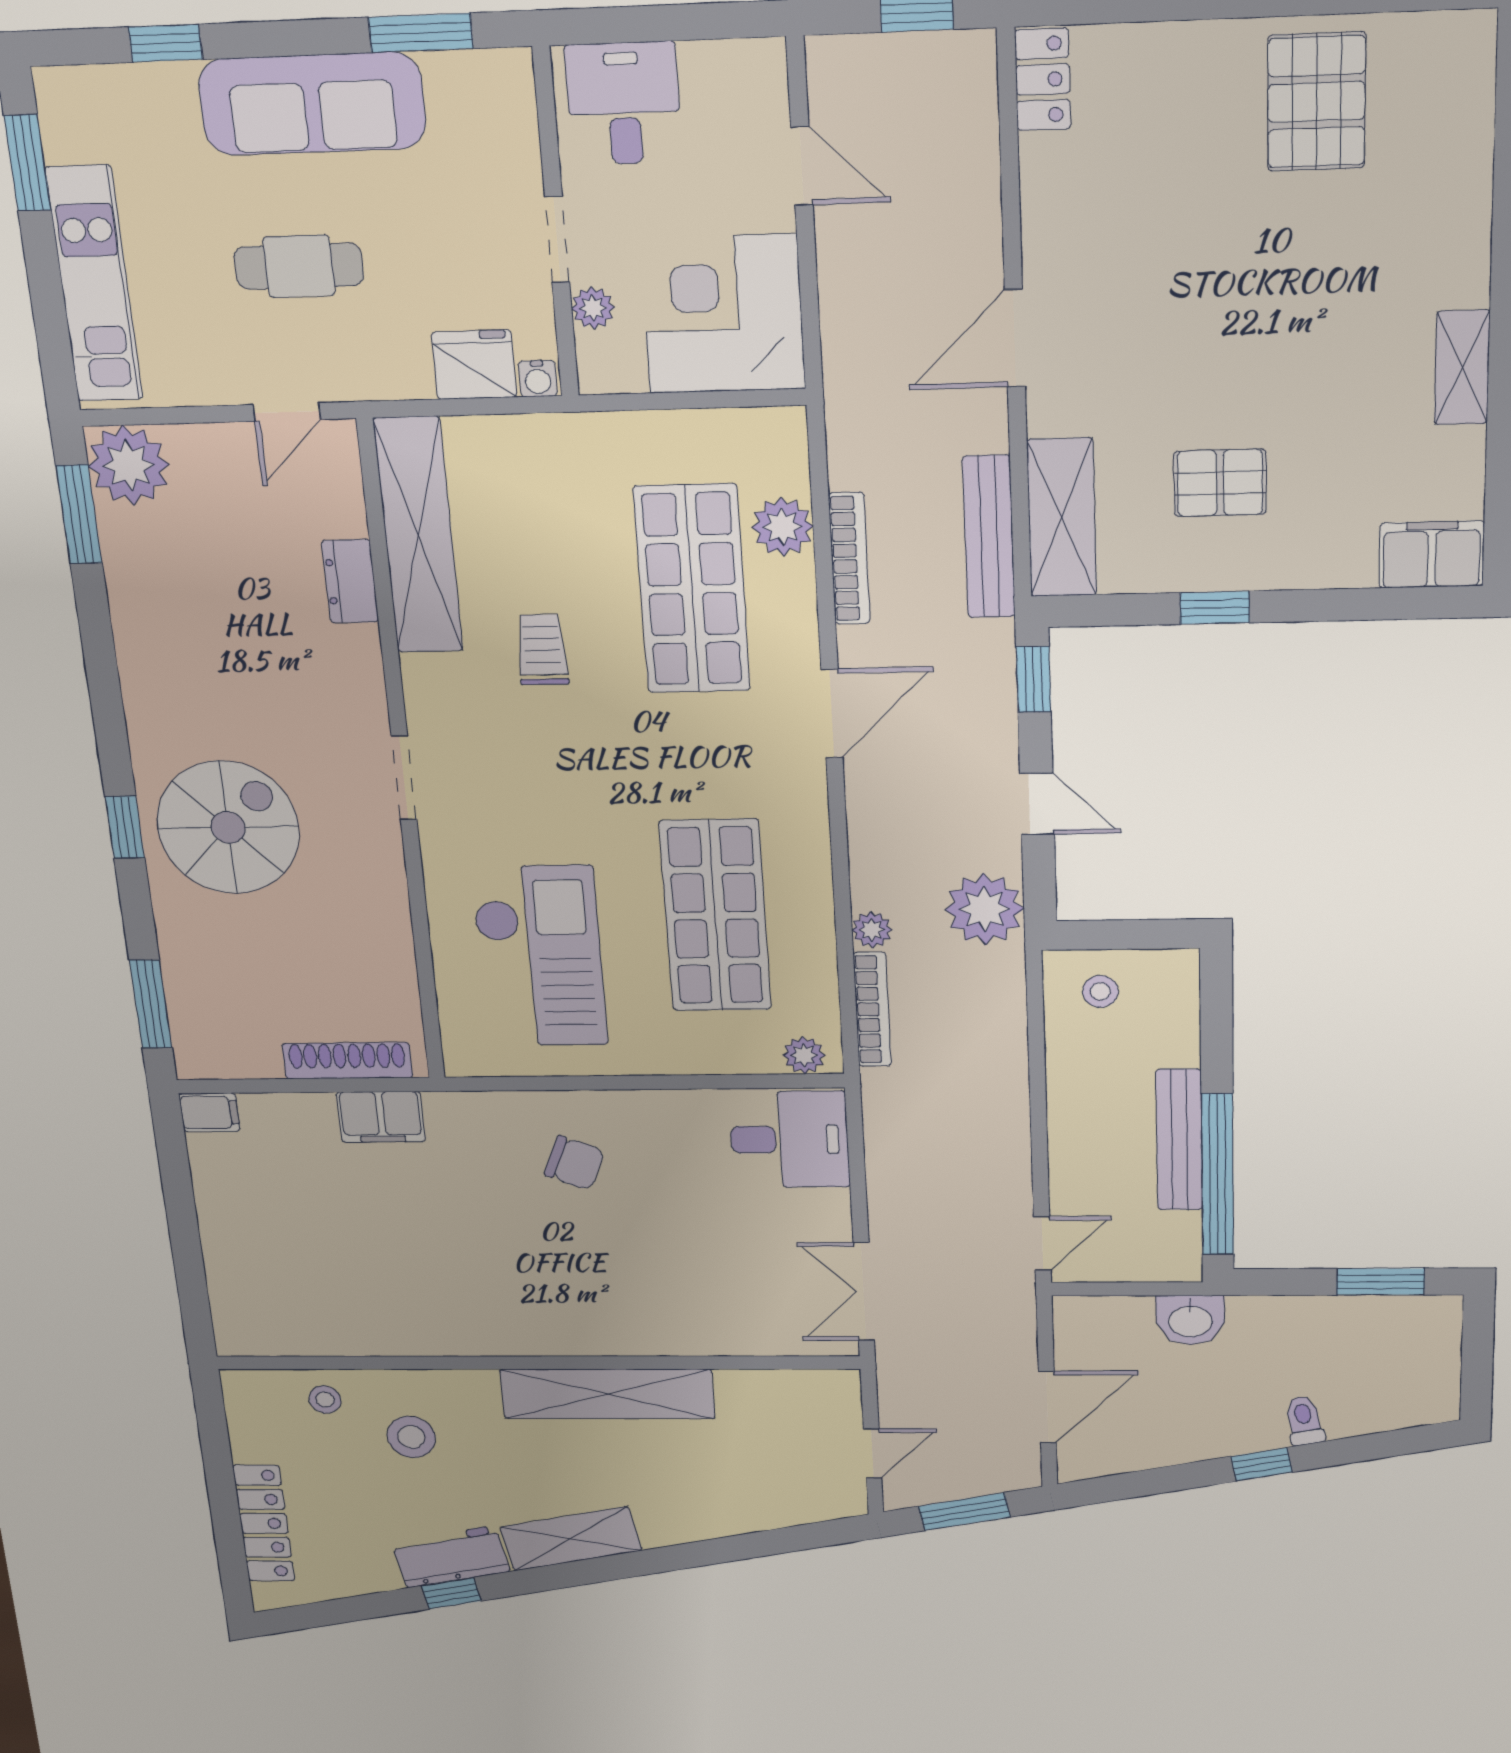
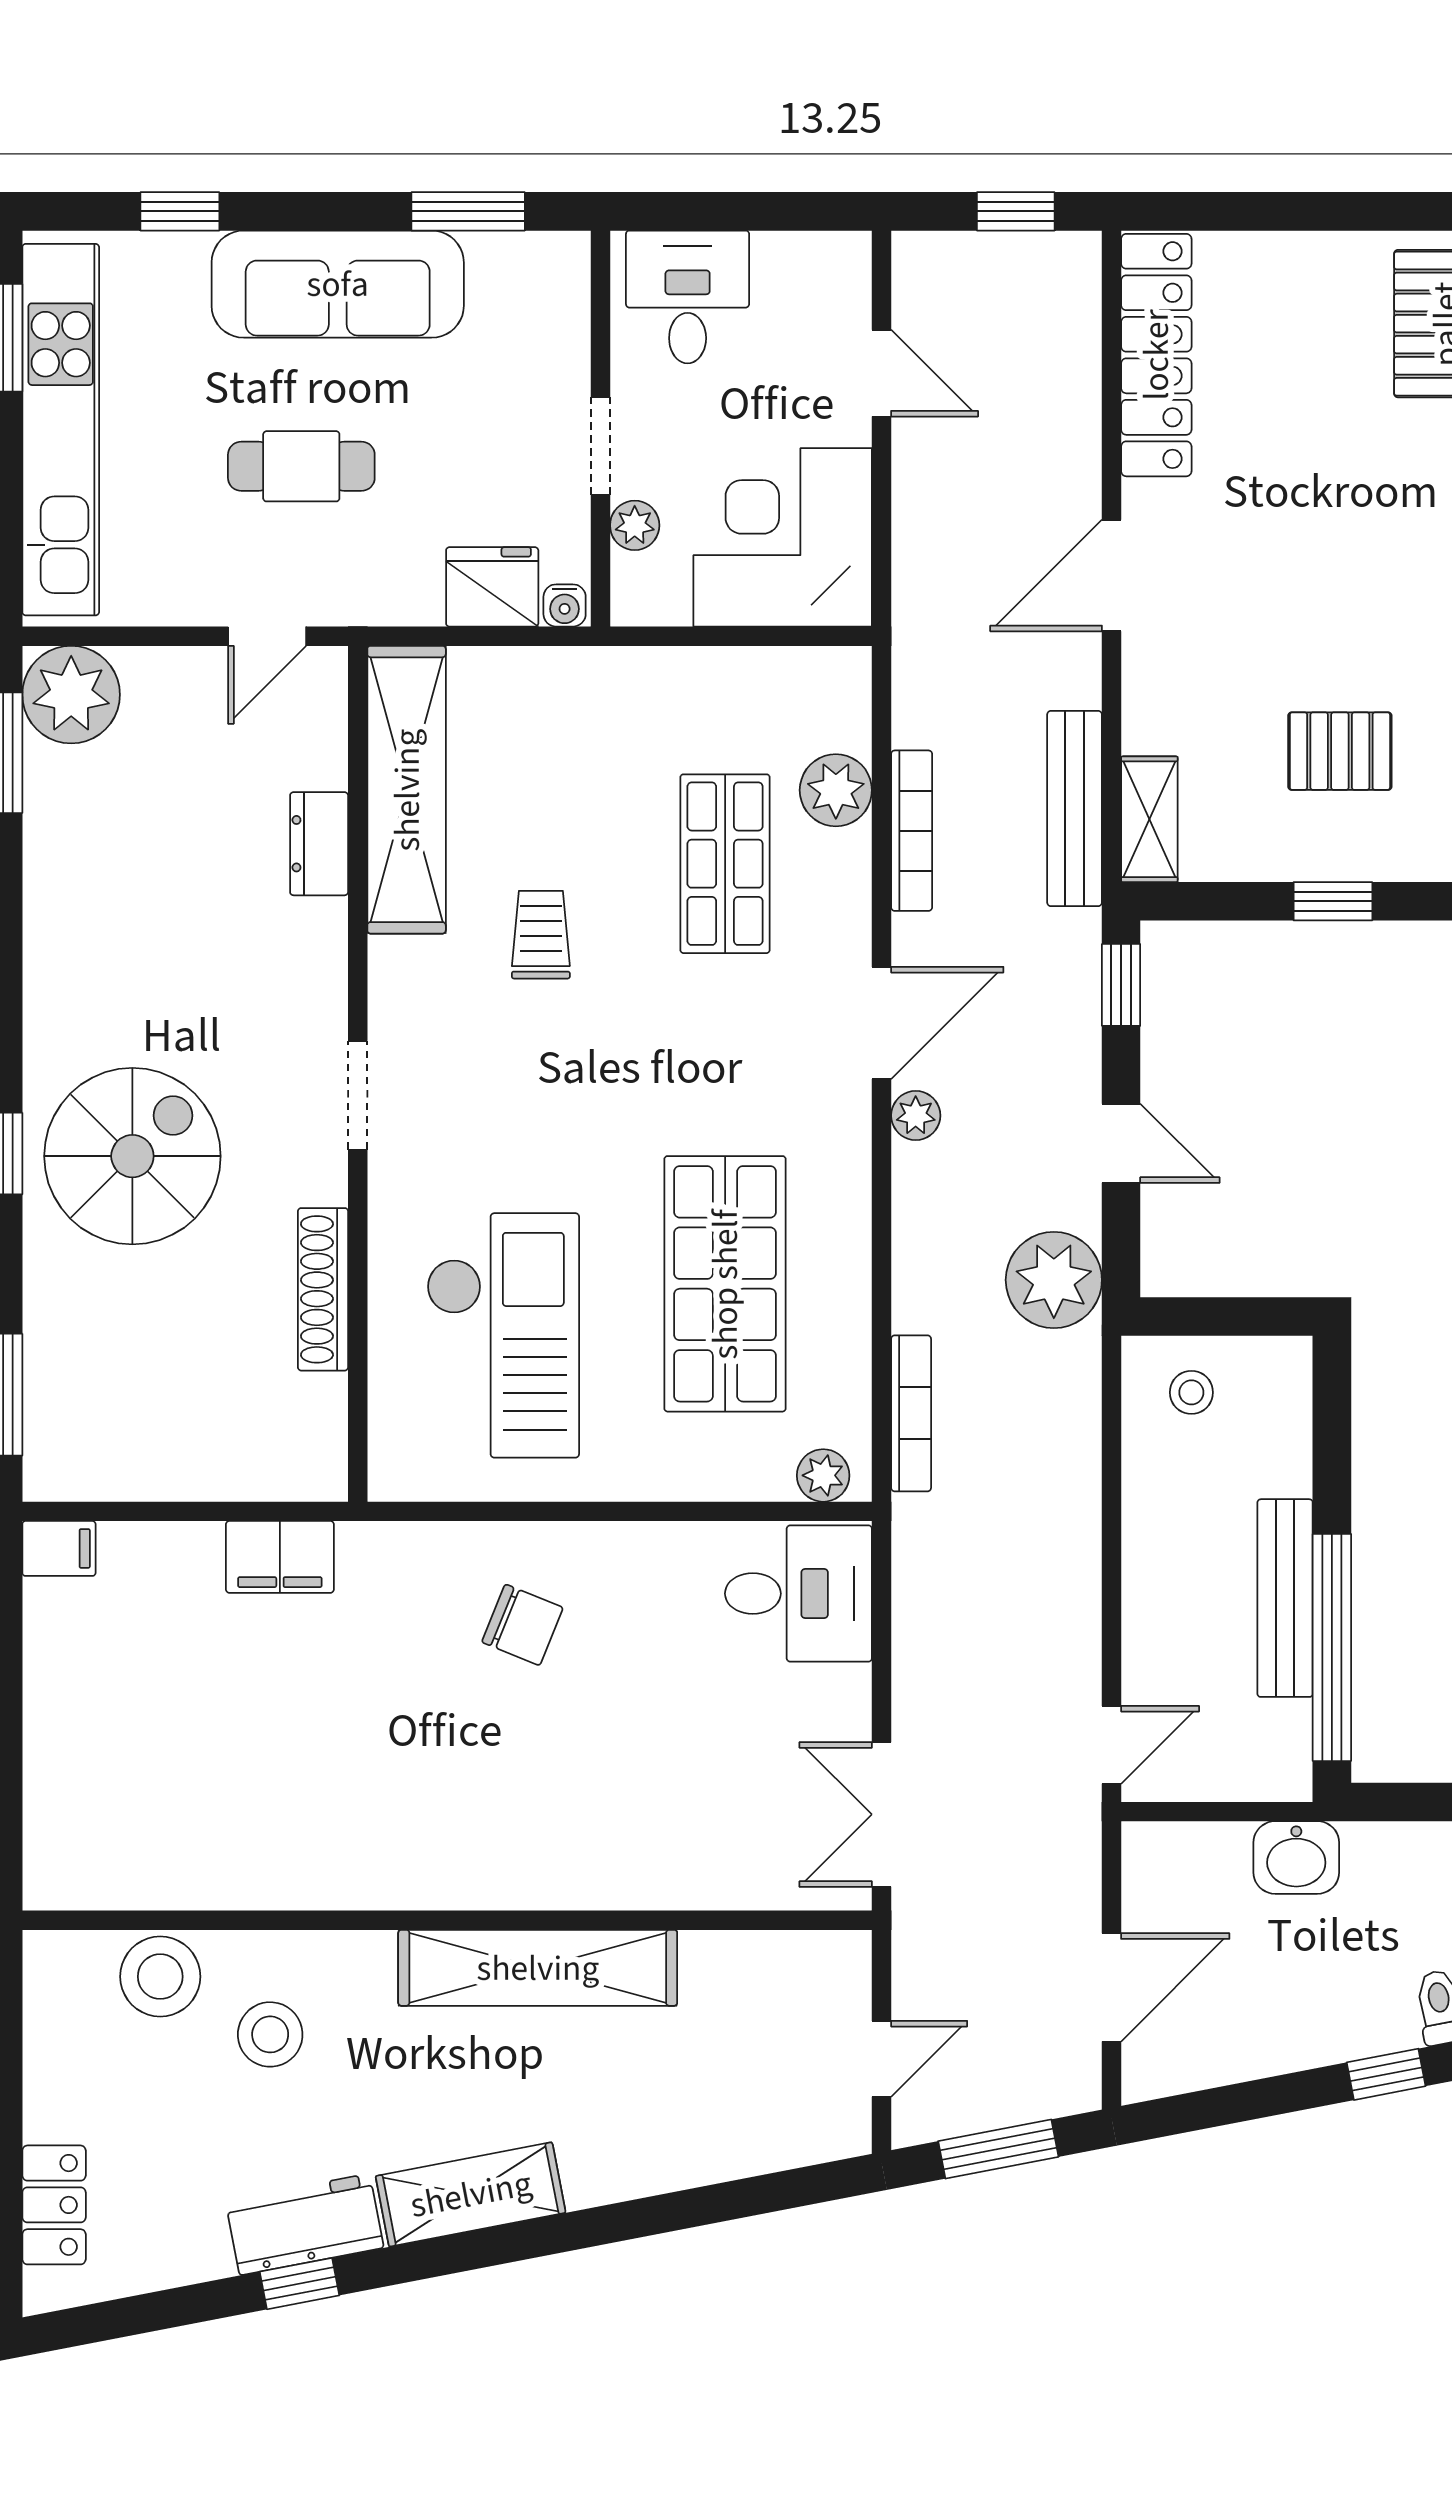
locker: (1043, 79) -> (1156, 355), width x2.16, depth x1.21
kitchen unit: (94, 284) -> (61, 430), width x1.36
shelving: (1062, 518) -> (1149, 819), width x0.67, depth x0.75
shop shelf: (692, 589) -> (725, 864), width x0.70, depth x0.74
plant: (872, 930) -> (916, 1116), moved
shoe rack: (347, 1061) -> (323, 1289), moved, turned -90
stool: (325, 1400) -> (160, 1977), width x1.89, depth x1.89
locker: (264, 1523) -> (54, 2205), width x0.66

